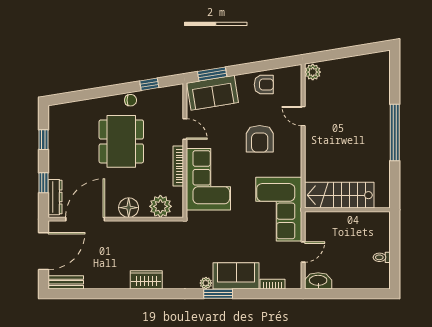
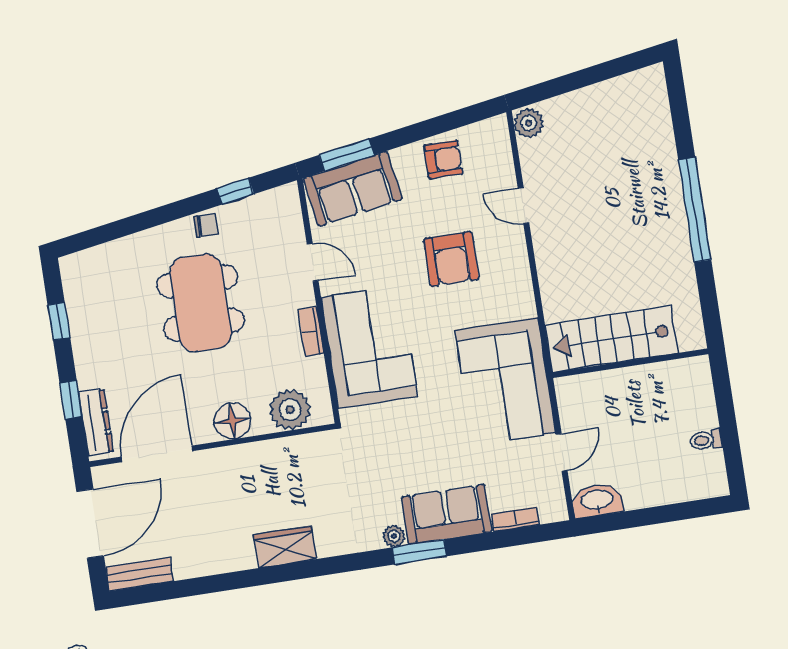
bookcase: (178, 166) -> (311, 331), width x0.64

